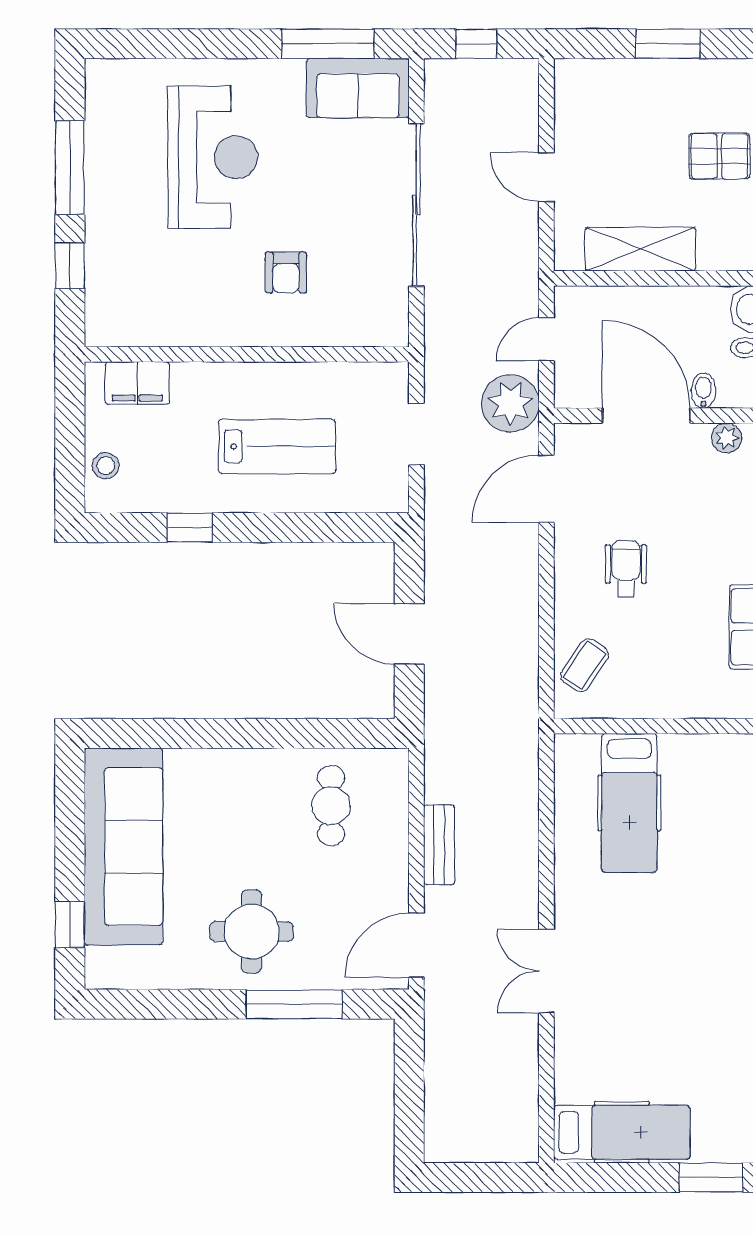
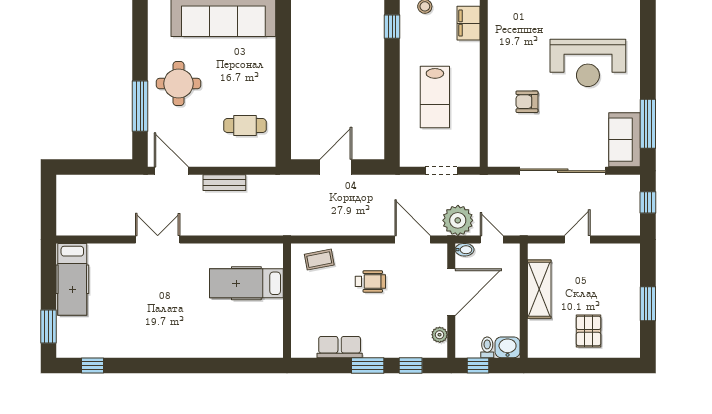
bidet: (703, 391) -> (464, 250), moved
window: (190, 528) -> (392, 27), moved
coffee table: (585, 665) -> (319, 260), turned -45

